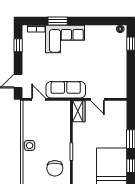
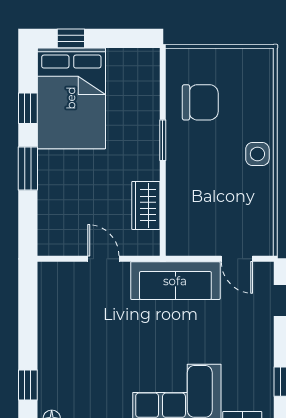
wardrobe: (79, 111) -> (146, 205), moved
chair: (55, 168) -> (200, 102), turned 90

